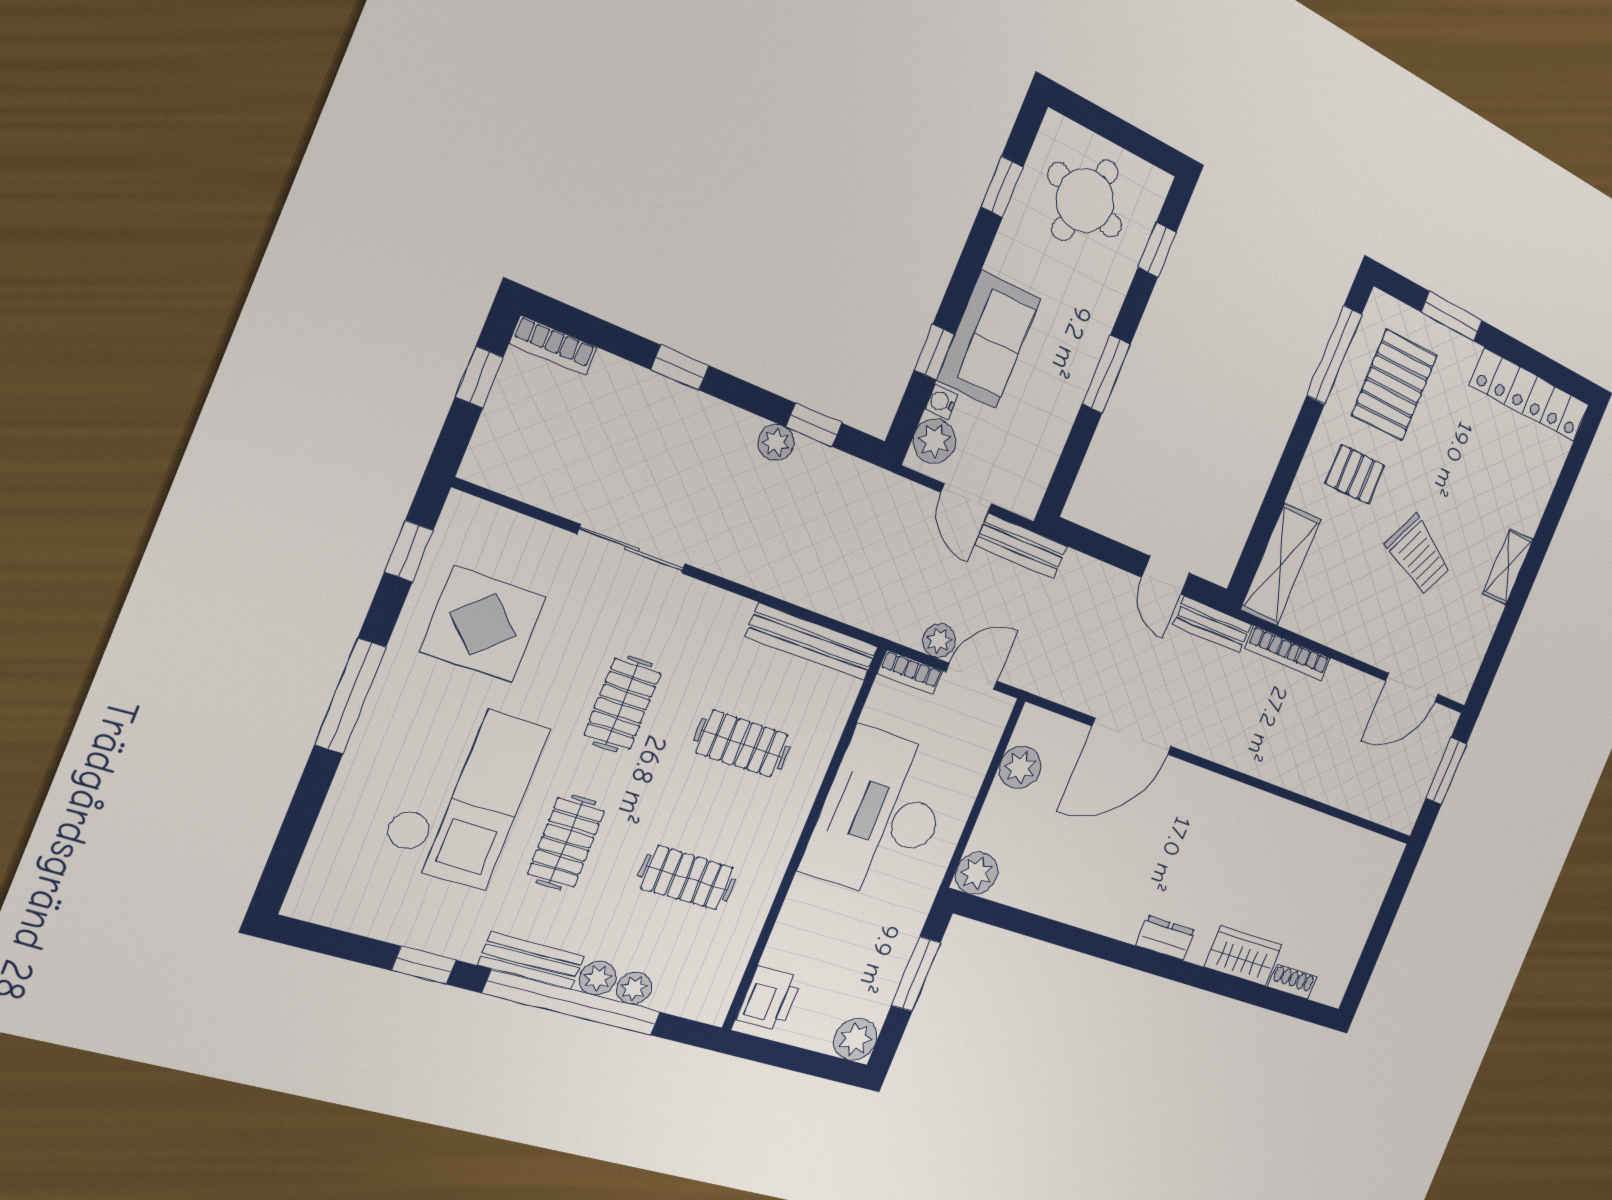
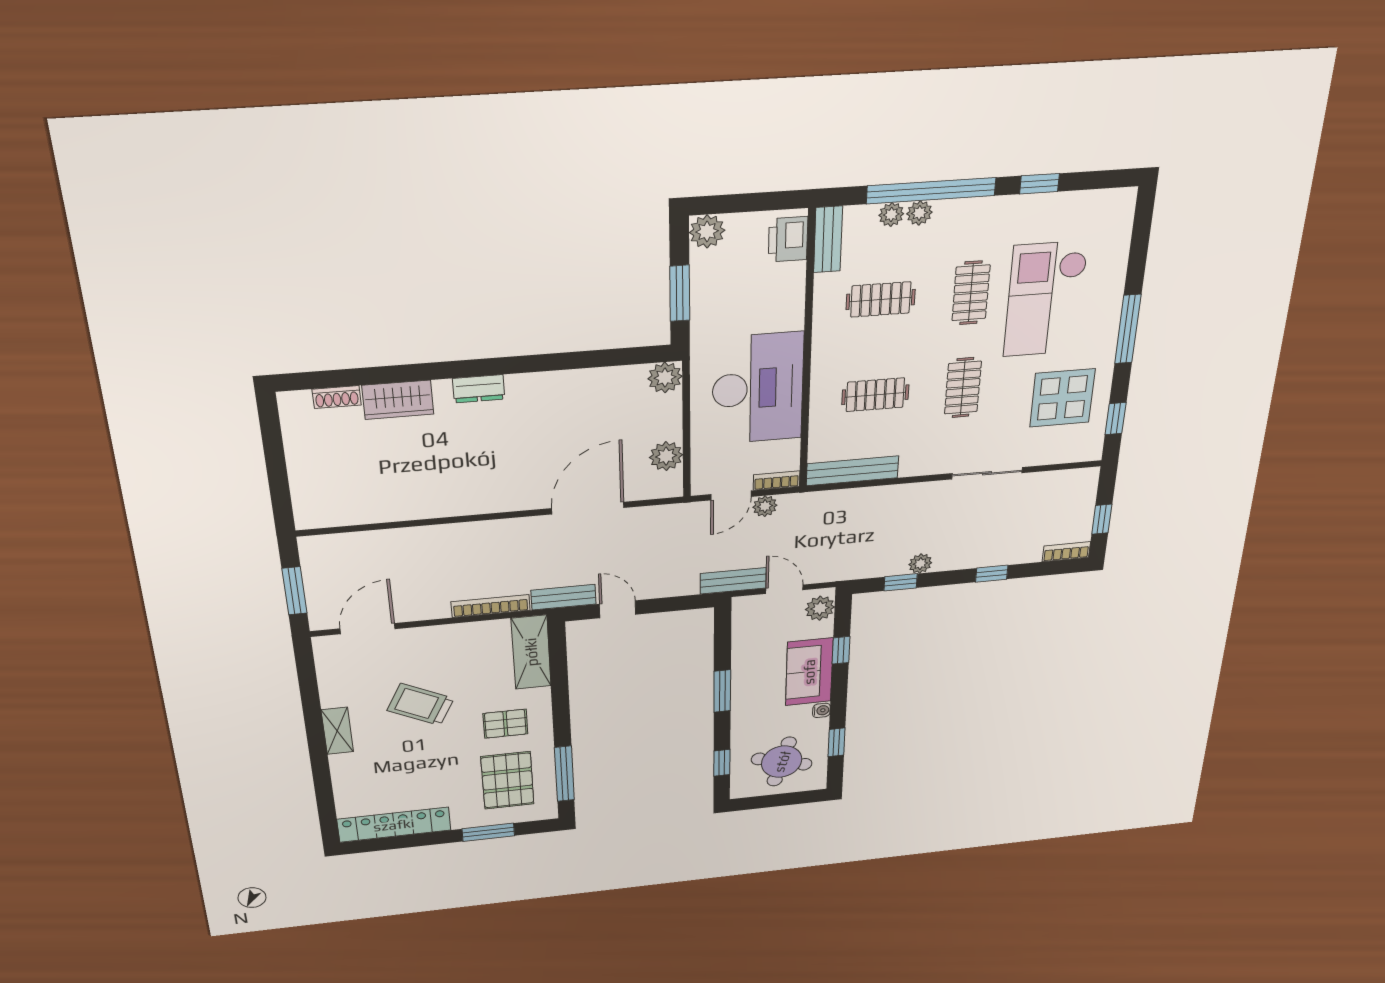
water cooler: (941, 402) -> (821, 710), moved
bench: (531, 961) -> (828, 239), moved, turned 90

